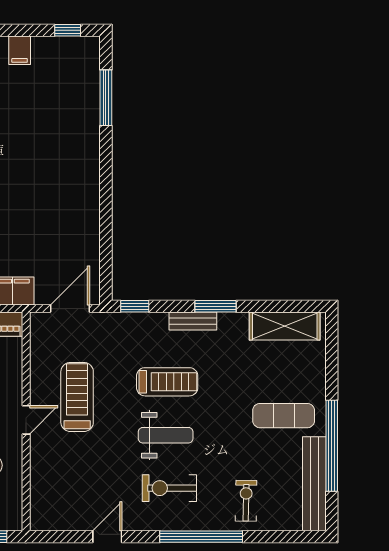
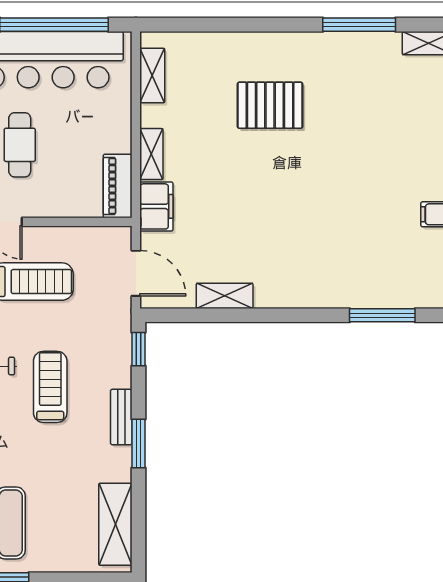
shelving: (89, 233) -> (225, 296), added
treadmill: (167, 382) -> (50, 387), turned 180

